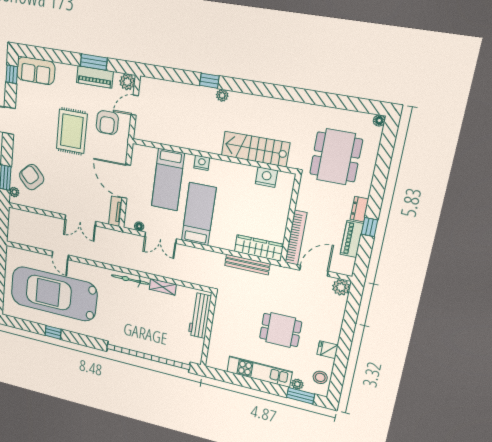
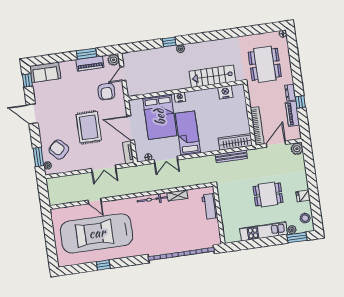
rug: (72, 131) -> (89, 127), moved
bed: (168, 180) -> (160, 117), width x1.50
workbench: (200, 316) -> (210, 206), width x0.73

